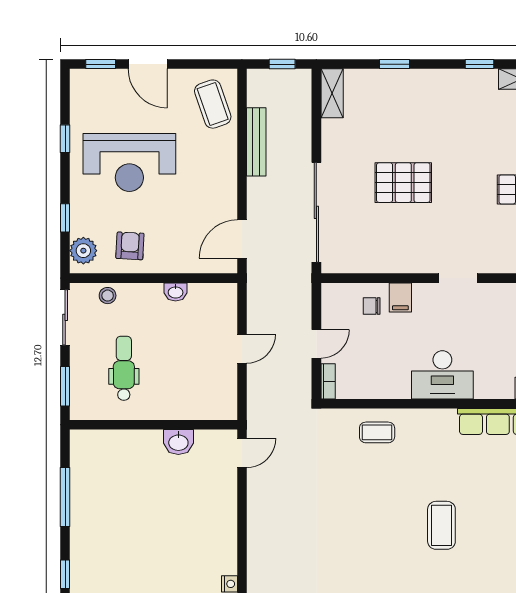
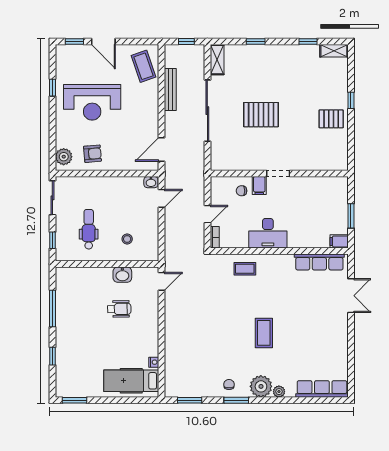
sliding door: (316, 212) -> (207, 111), moved
window: (65, 218) -> (52, 136), removed
armchair: (130, 246) -> (92, 154), turned 82
doorway: (458, 278) -> (278, 174), moved
washbasin: (176, 292) -> (151, 182), moved
stool: (108, 296) -> (127, 239), moved
door: (242, 349) -> (162, 198), moved
desk: (442, 375) -> (268, 233), moved
window: (65, 386) -> (52, 240), width x0.67
wheelchair: (173, 498) -> (119, 309), added
coffee table: (441, 525) -> (264, 333), moved

